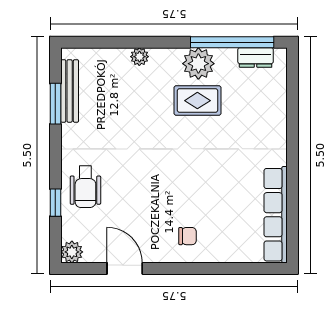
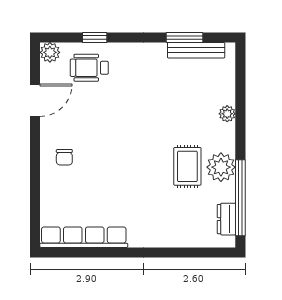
wheelchair: (85, 187) -> (89, 68), moved

